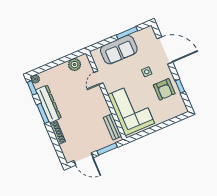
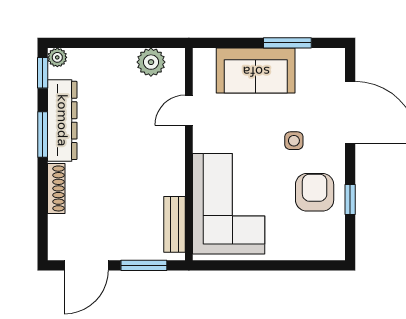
armchair: (164, 89) -> (315, 192), turned 180
door: (83, 159) -> (86, 265), hinge flipped

